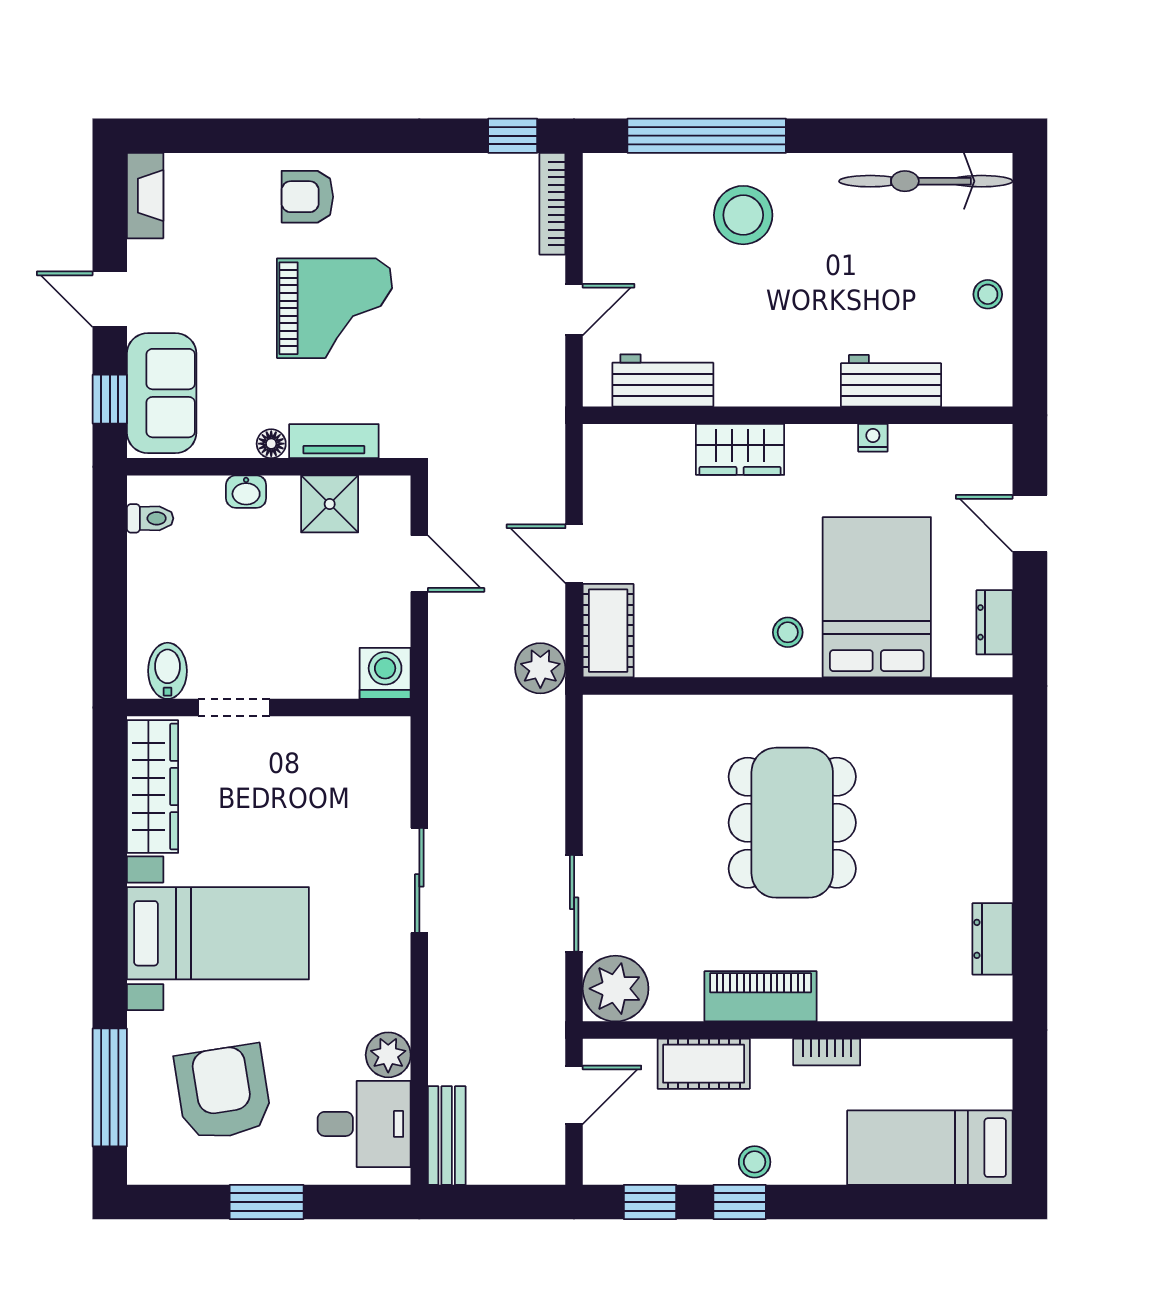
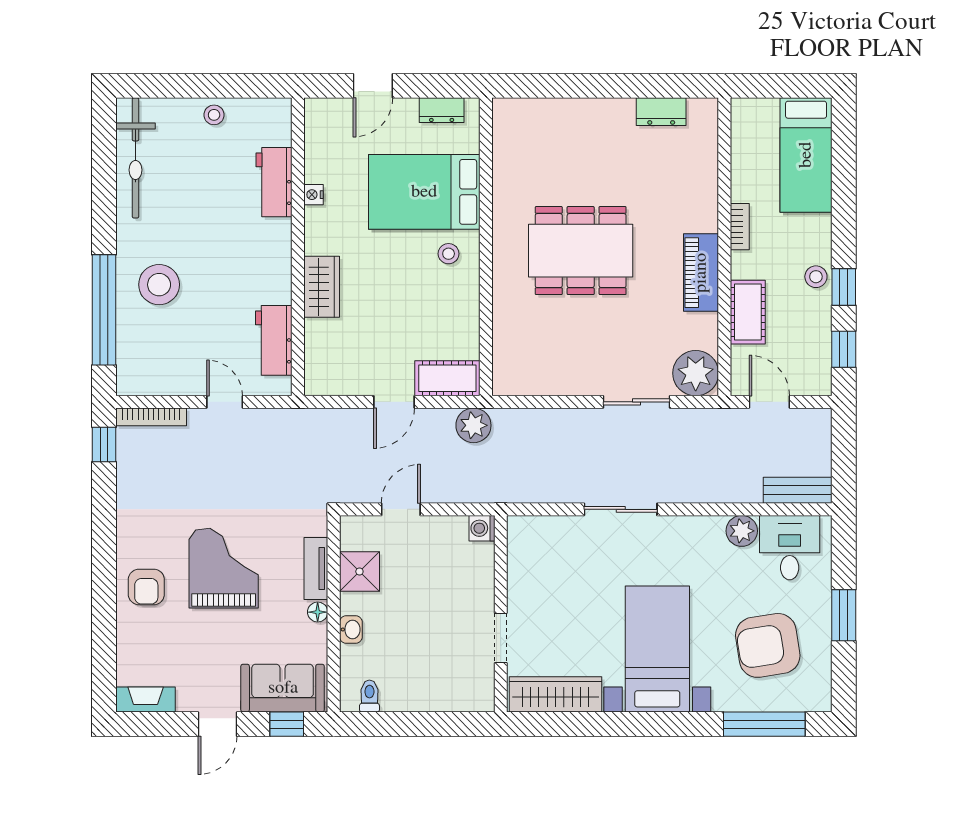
bidet: (168, 671) -> (475, 684), removed
washing machine: (385, 673) -> (482, 528), width x0.73, depth x0.73

